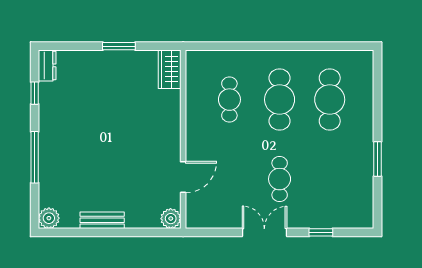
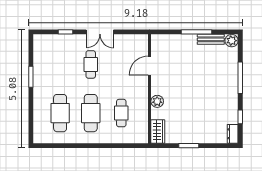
plant: (171, 219) -> (157, 101), moved
bench: (102, 220) -> (211, 39), moved
window: (106, 232) -> (196, 32), added

